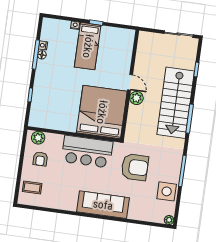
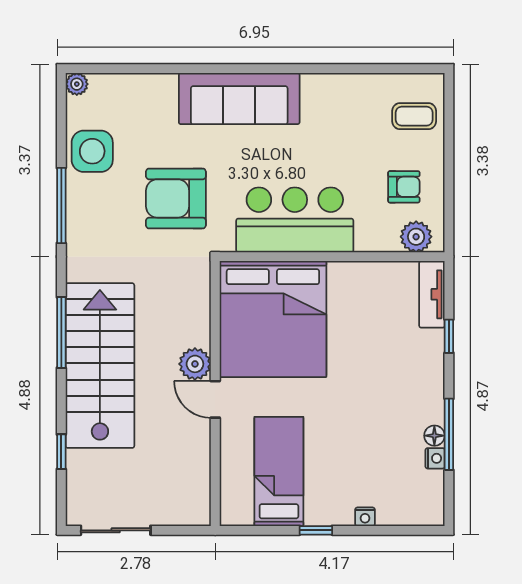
bed: (88, 46) -> (279, 471), moved
tv unit: (35, 113) -> (432, 294), added
armchair: (40, 159) -> (404, 187), turned 90

